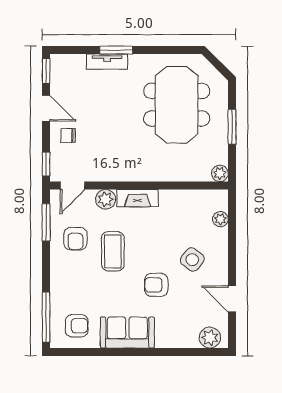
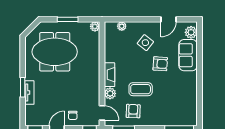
armchair: (75, 239) -> (133, 111), turned -88
armchair: (156, 285) -> (160, 64), turned -86
armchair: (77, 326) -> (184, 110), removed
sofa: (127, 333) -> (188, 55), moved

